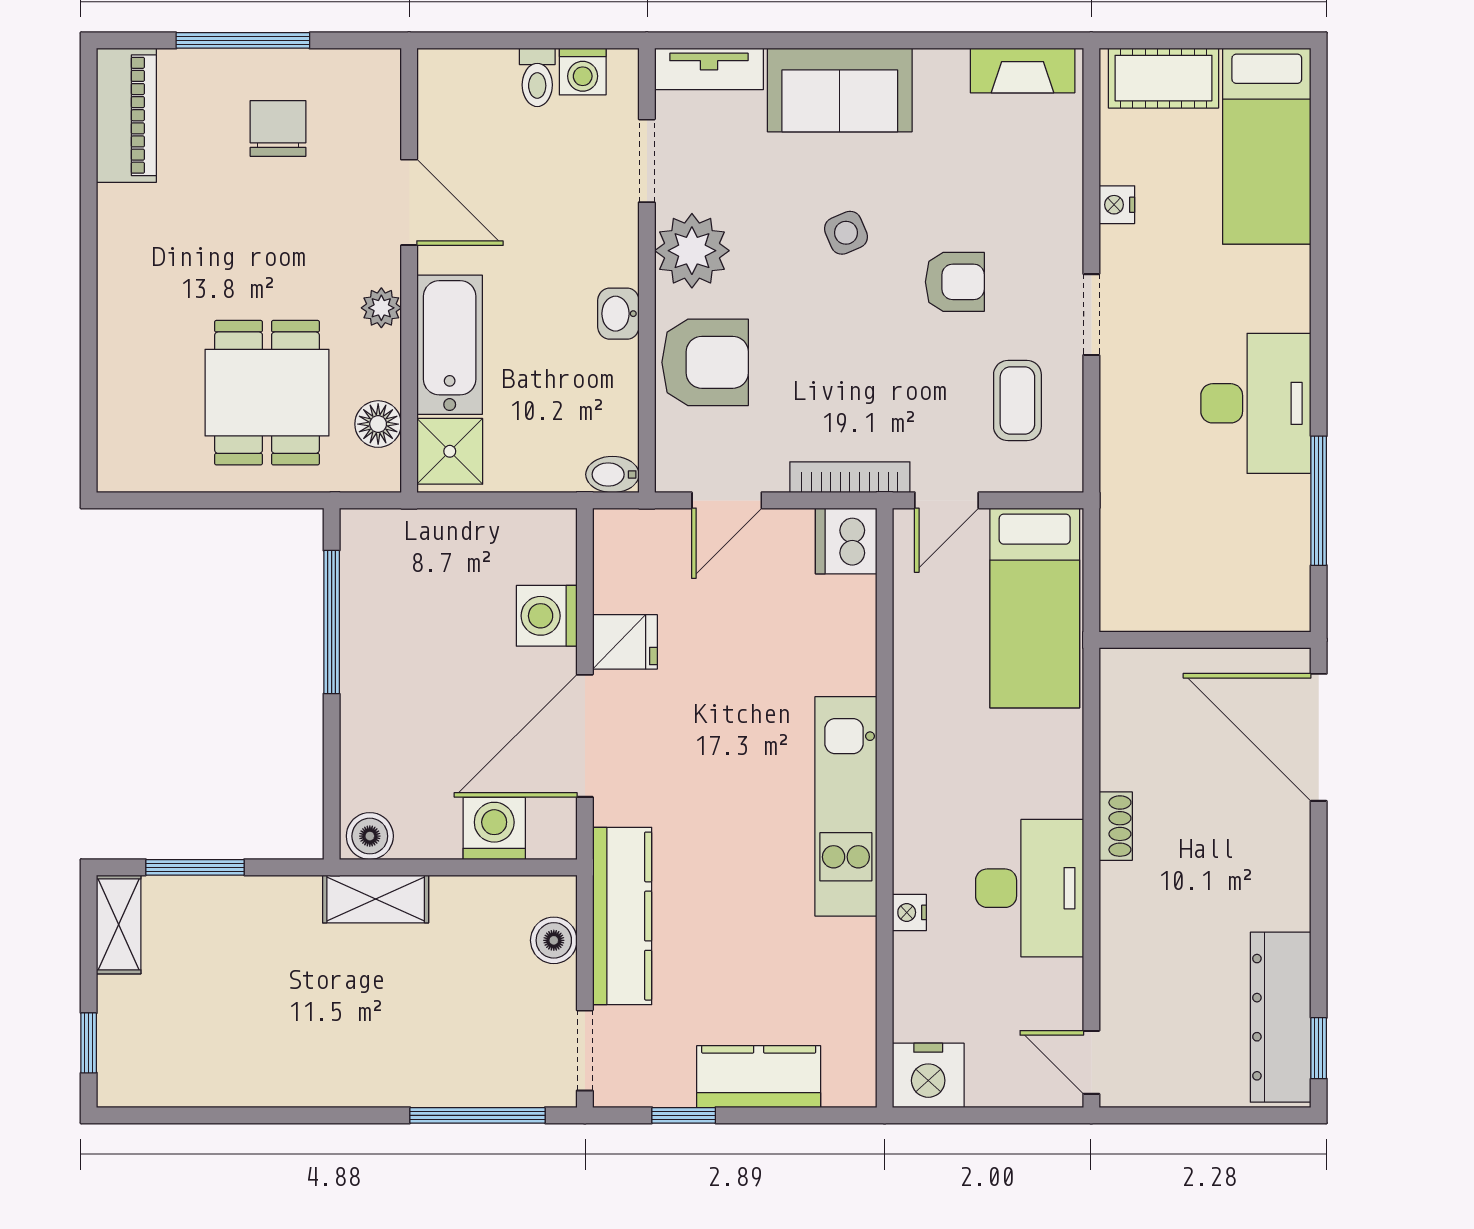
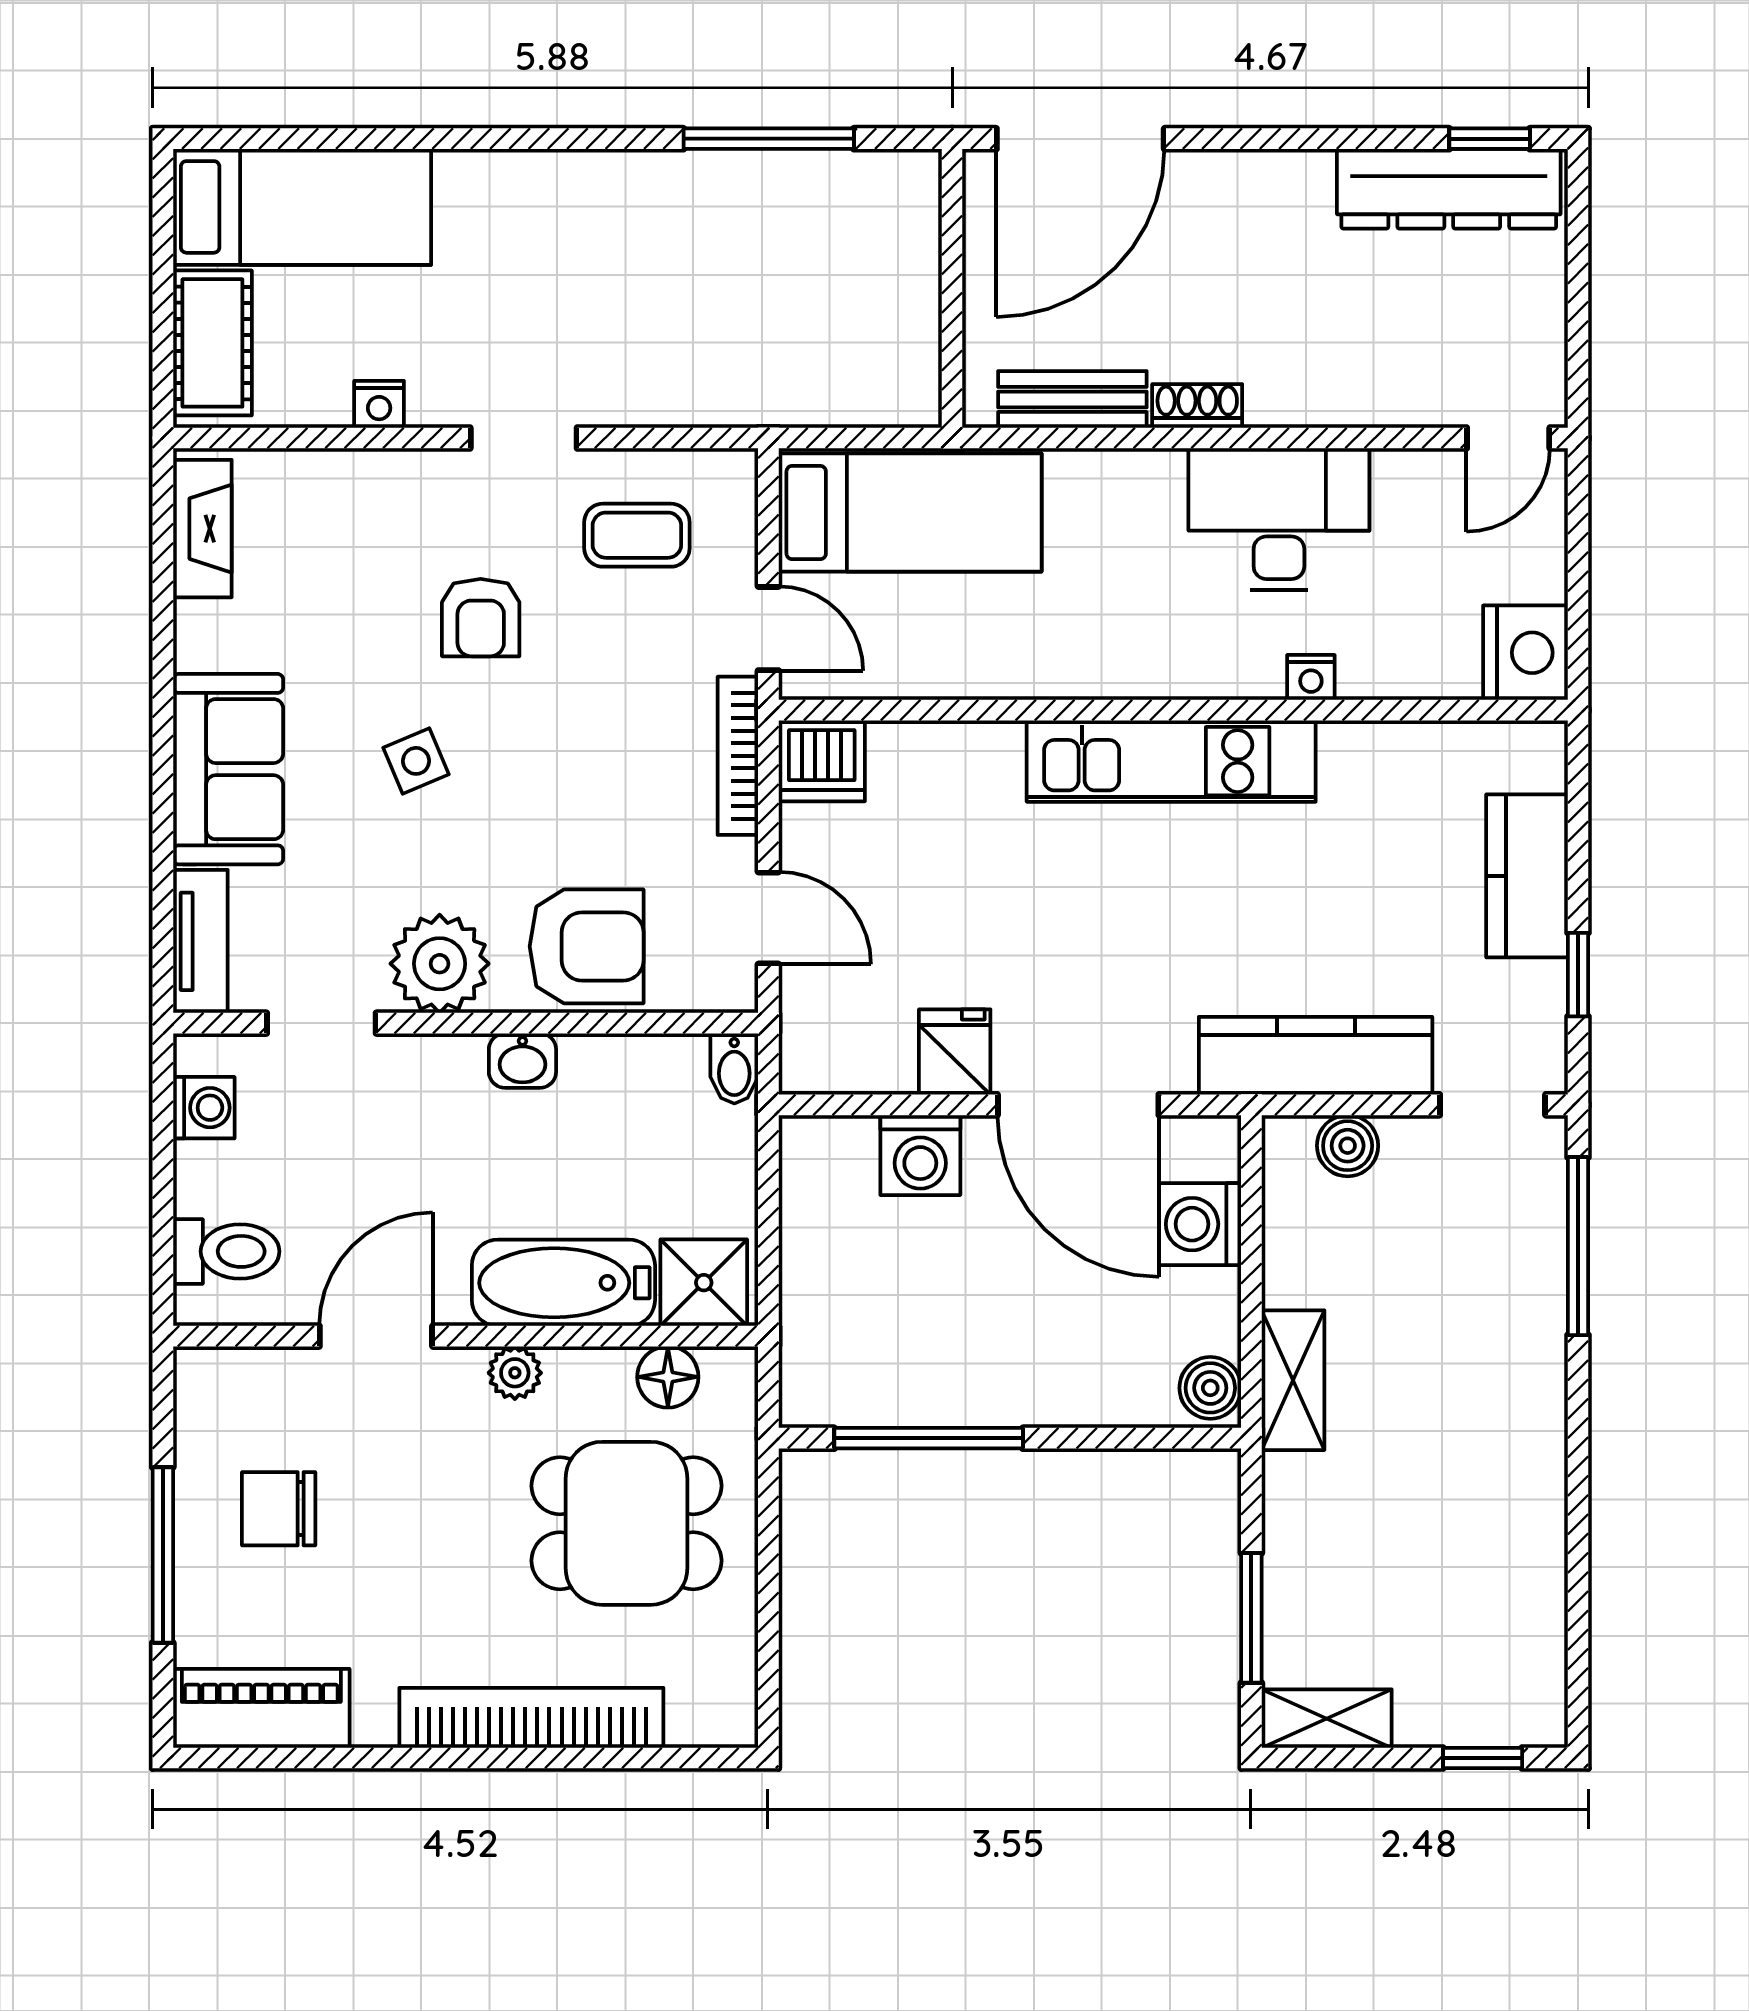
toilet: (537, 77) -> (226, 1251), moved, width x1.37, depth x1.39
armchair: (955, 282) -> (481, 618), turned 180
bookcase: (119, 320) -> (531, 1718), added
armchair: (705, 362) -> (587, 946), turned 90
desk: (1256, 403) -> (641, 221), removed
bench: (1121, 731) -> (1072, 399), added

